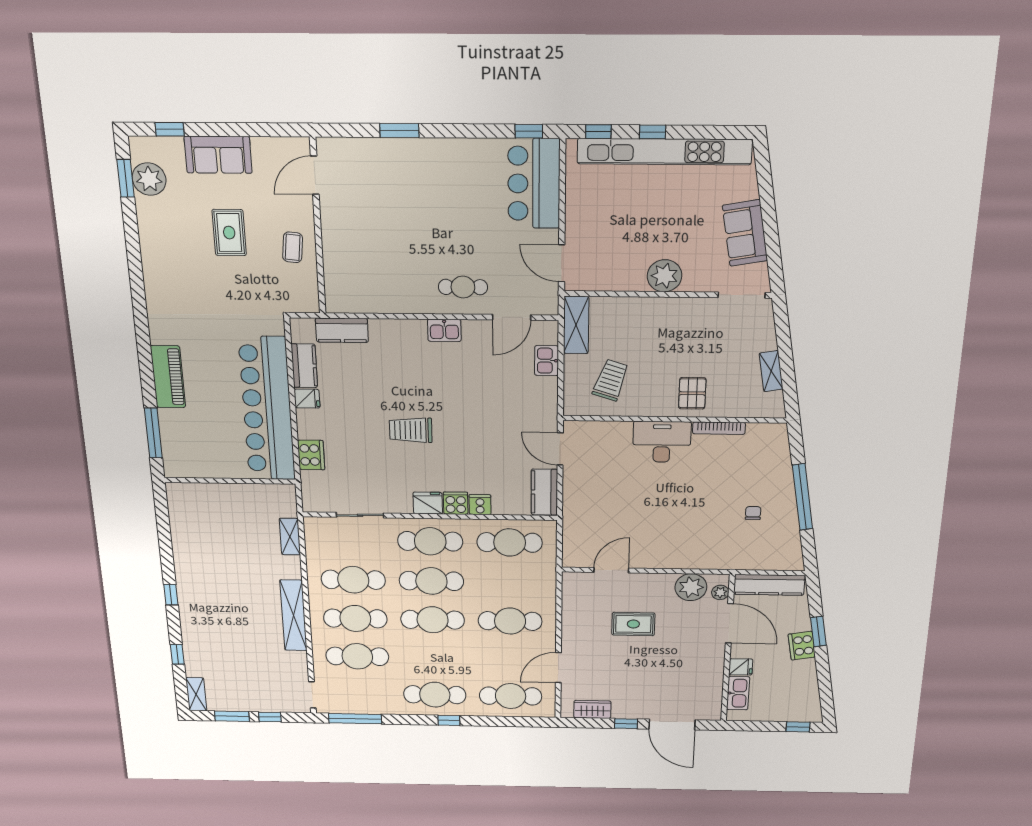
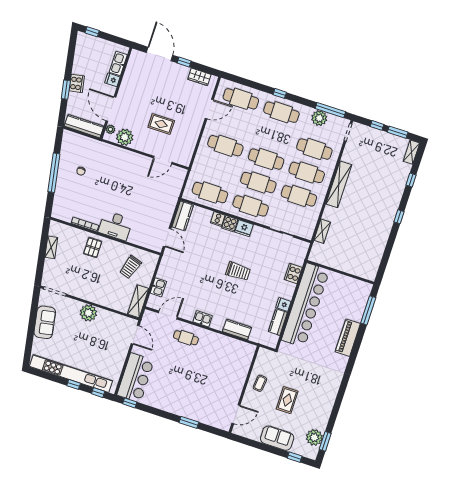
kitchen counter: (342, 330) -> (237, 329), moved
plant: (368, 703) -> (319, 118), added

